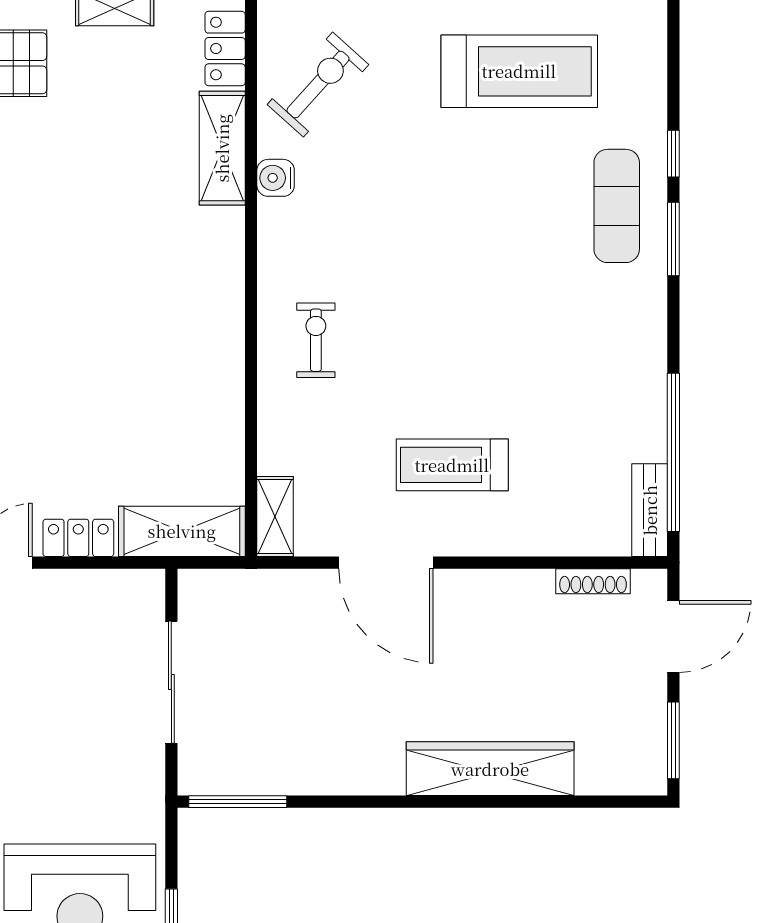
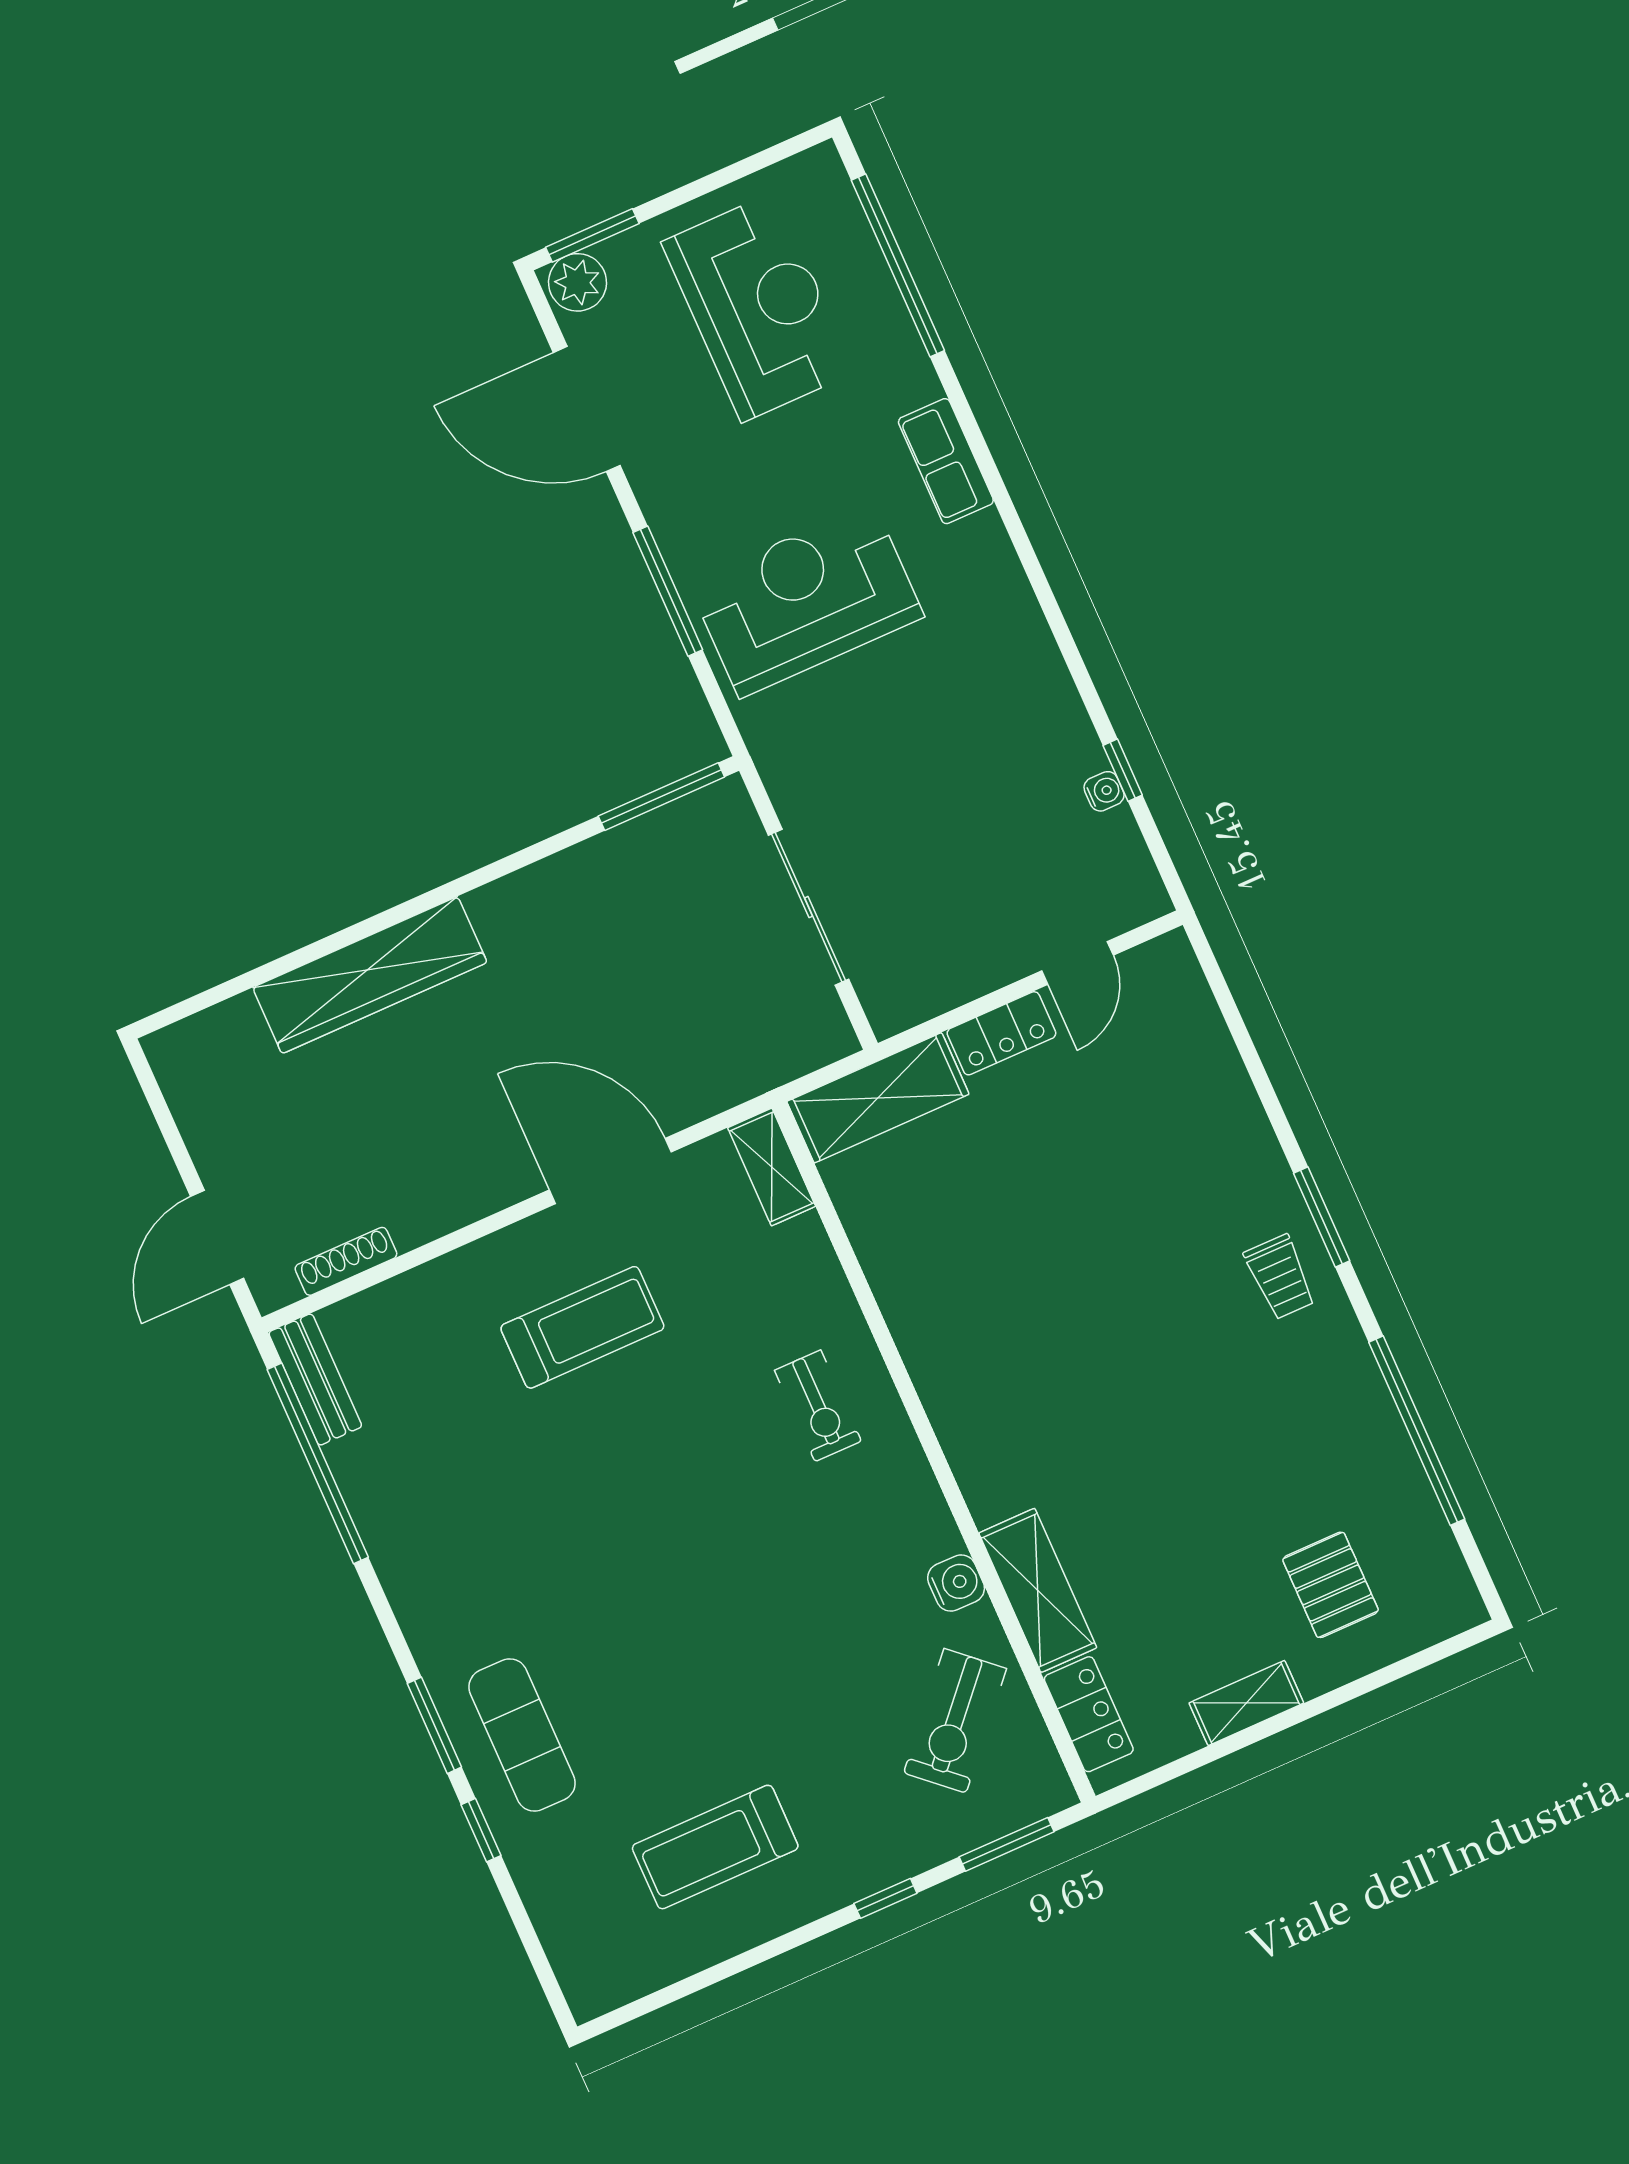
treadmill: (519, 71) -> (715, 1847), width x0.73, depth x0.73
window: (673, 740) -> (160, 1110), removed

